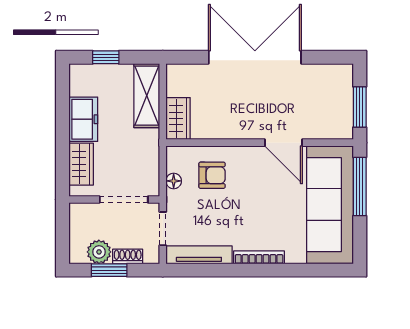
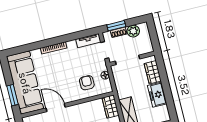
armchair: (212, 175) -> (87, 83), turned 90
window: (360, 187) -> (13, 95), width x0.69
tv unit: (199, 255) -> (88, 41), width x0.71
window: (109, 270) -> (116, 26), moved

